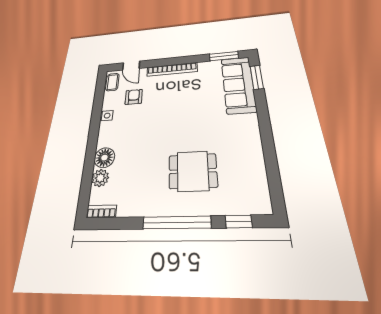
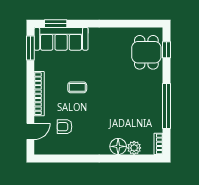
coffee table: (112, 82) -> (77, 87), moved
side table: (107, 116) -> (81, 149), removed
dining table: (193, 171) -> (146, 52), moved
window: (177, 222) -> (166, 106), moved

